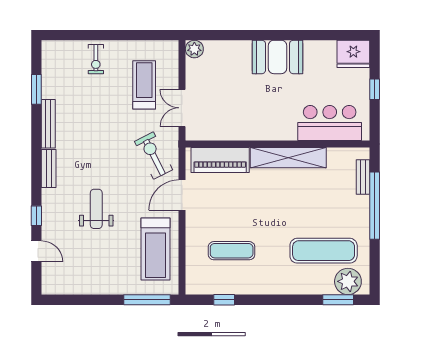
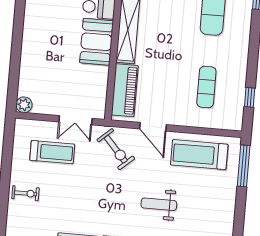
booth: (278, 57) -> (96, 42), moved
treadmill: (144, 85) -> (52, 152), turned 180
exercise bike: (154, 156) -> (116, 149), turned -105
treadmill: (156, 249) -> (199, 155), turned 180

